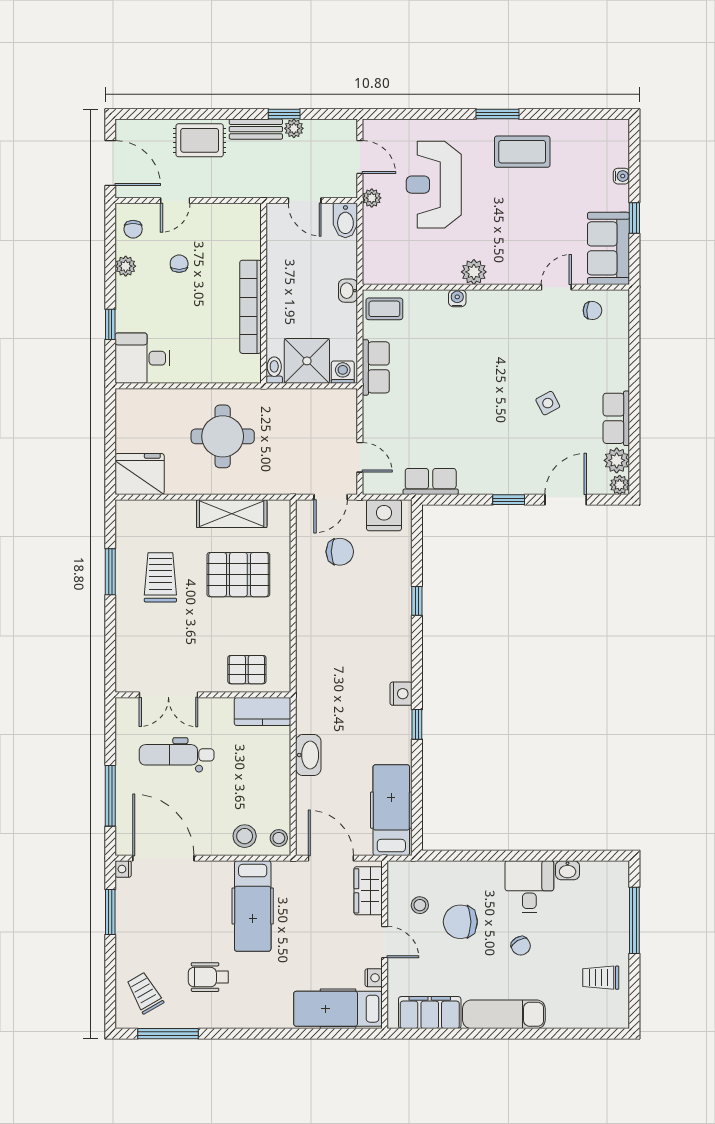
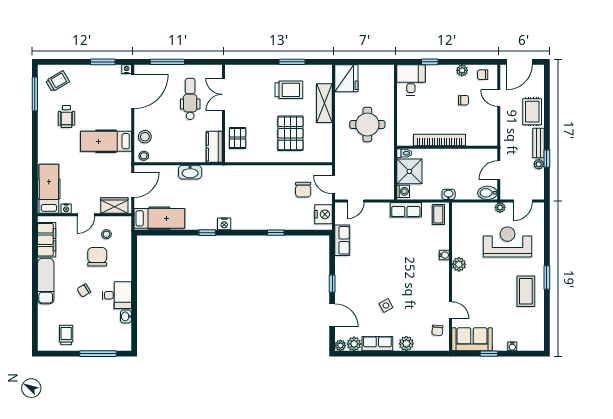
plant: (616, 366) -> (406, 344), added
shelving: (232, 514) -> (324, 103), moved
wheelchair: (208, 977) -> (66, 116), turned 180

